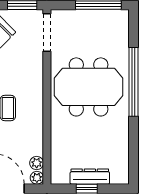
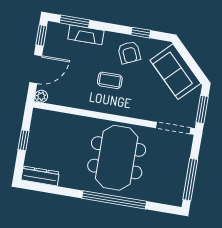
plant: (37, 163) -> (55, 98), removed
dresser: (90, 177) -> (40, 176), moved, turned -90

